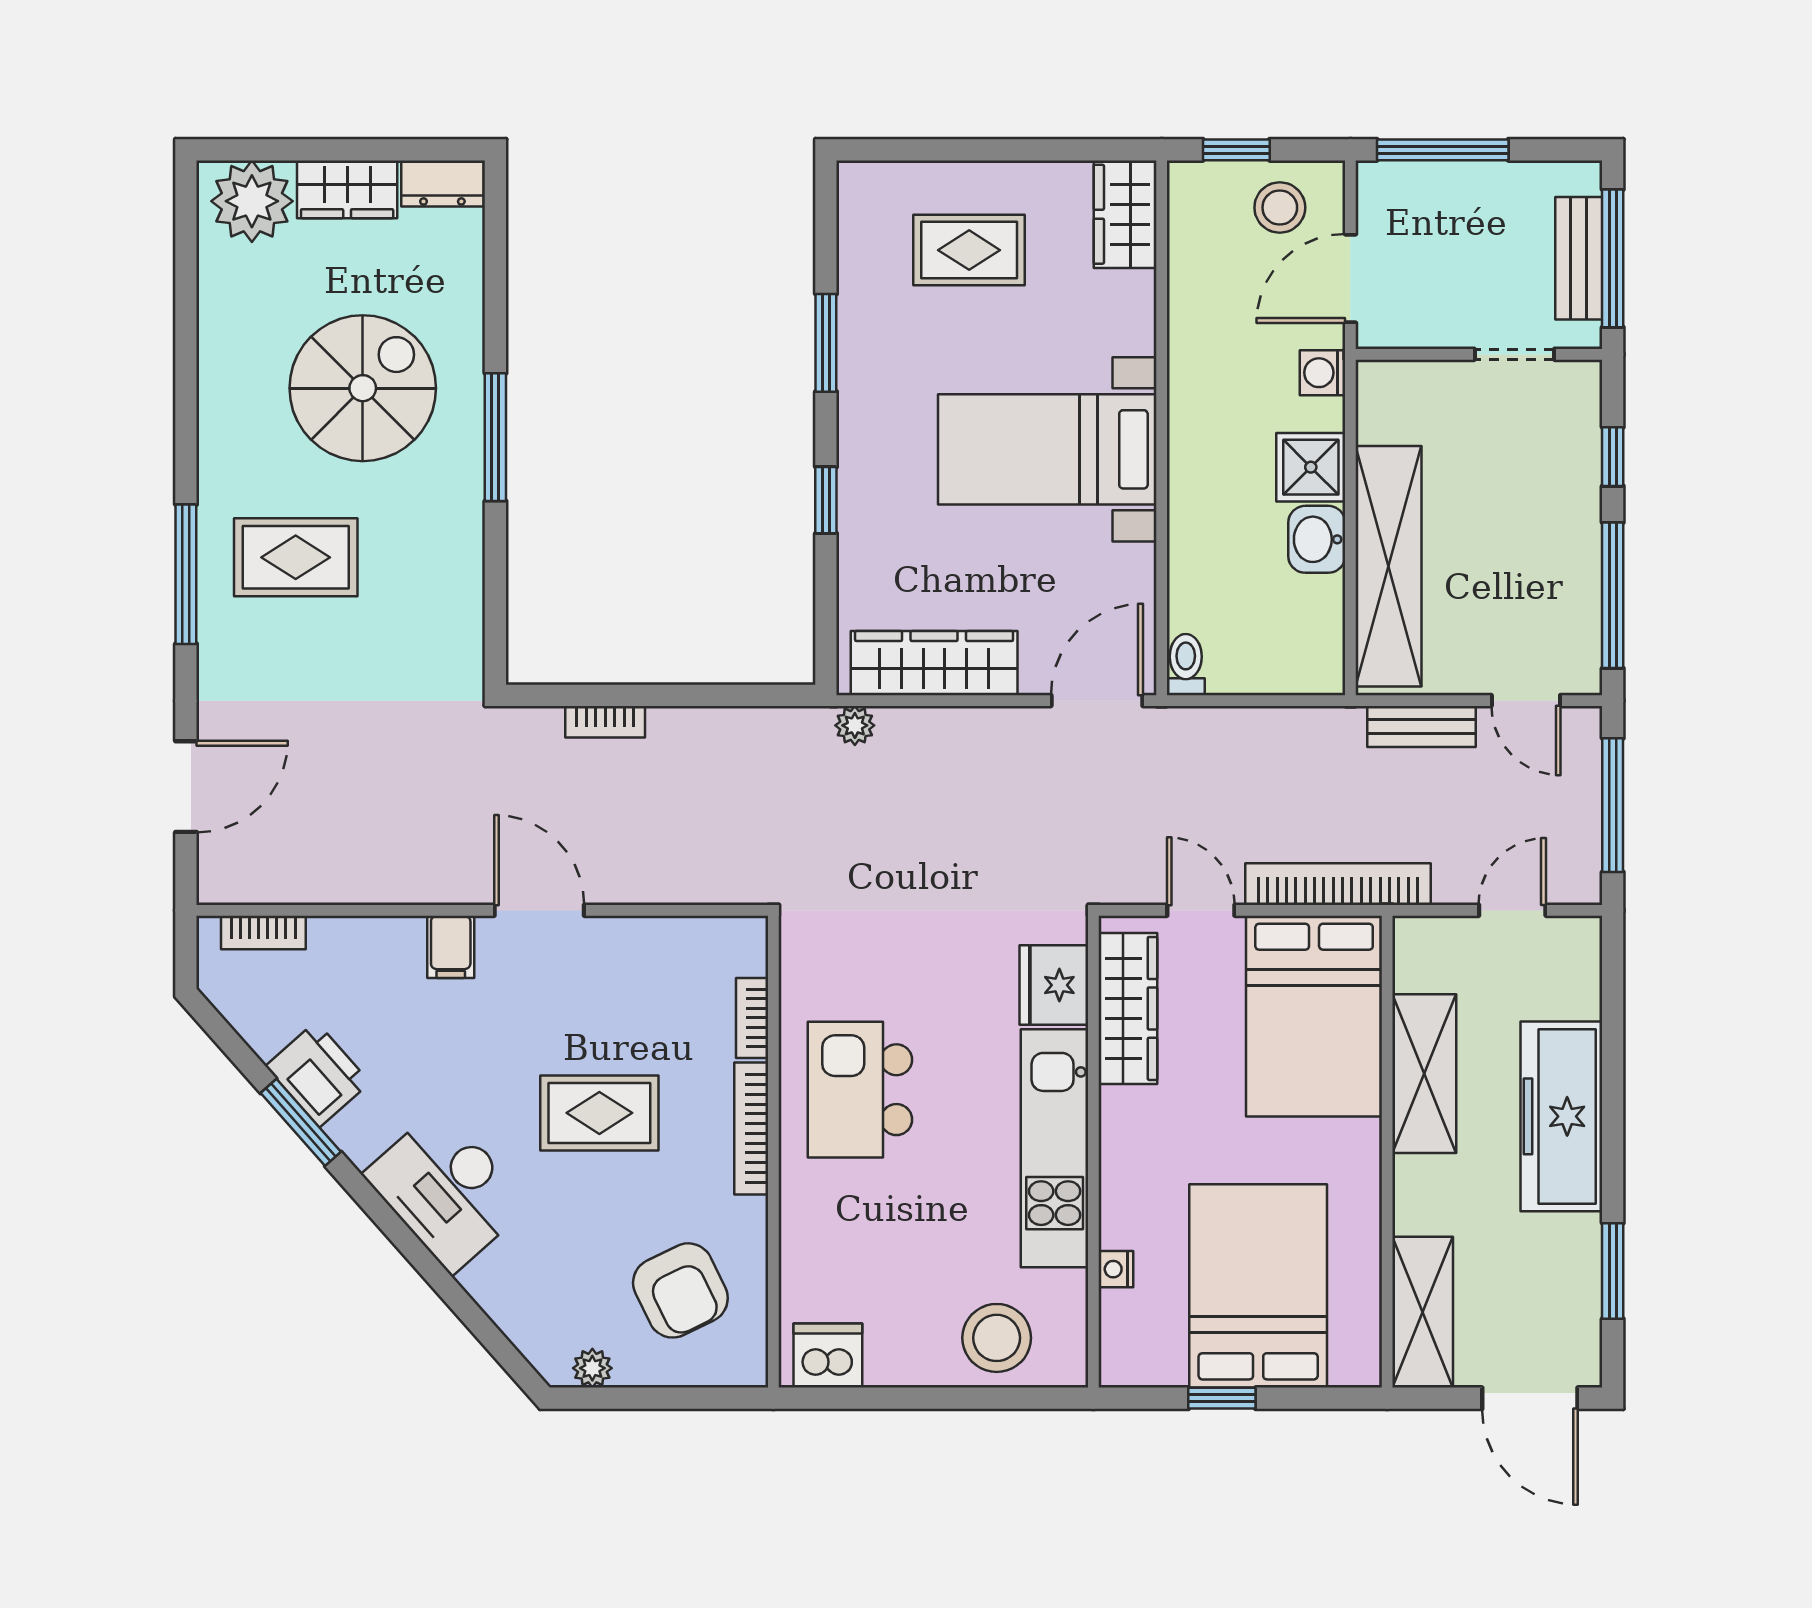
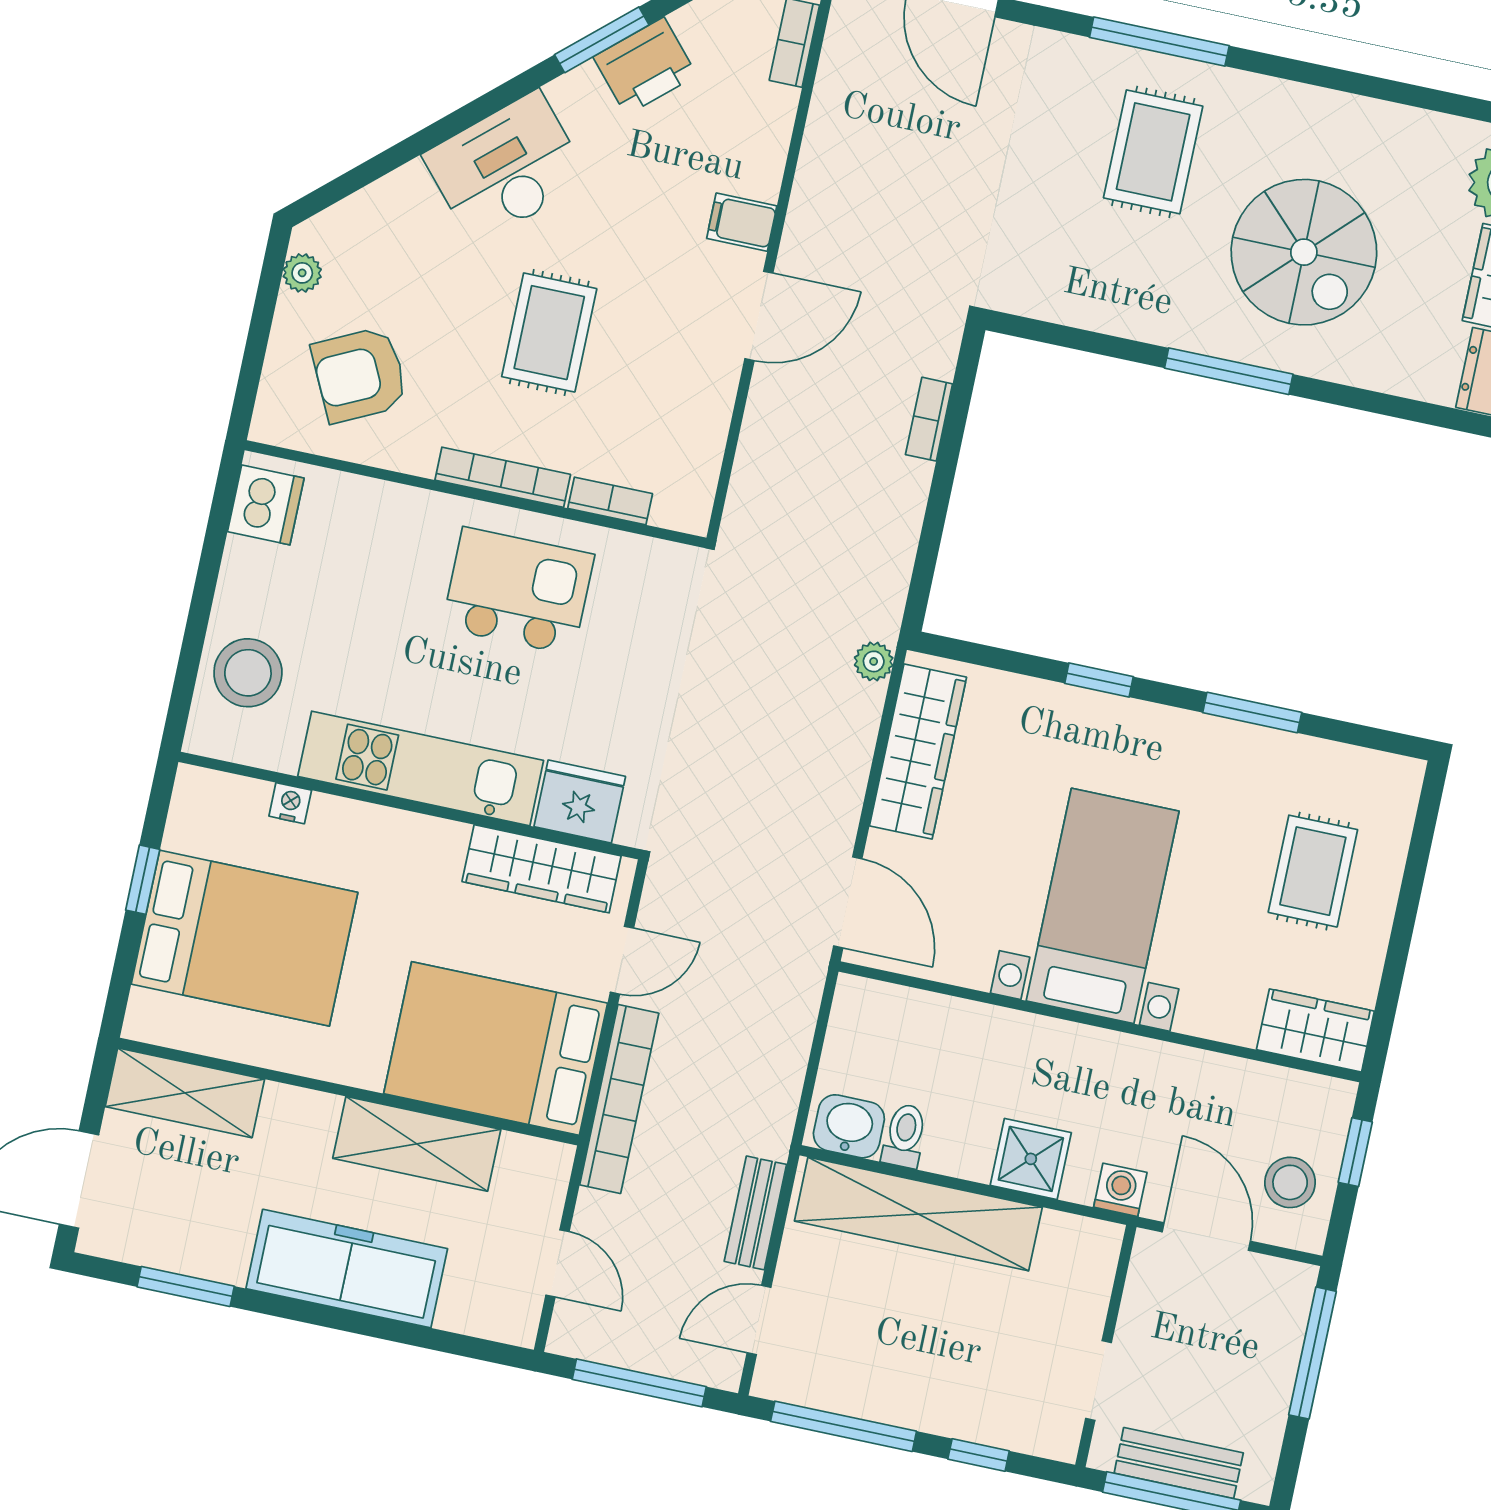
washbasin: (1317, 539) -> (849, 1126), moved
toilet: (1186, 665) -> (905, 1136), moved, turned -90

